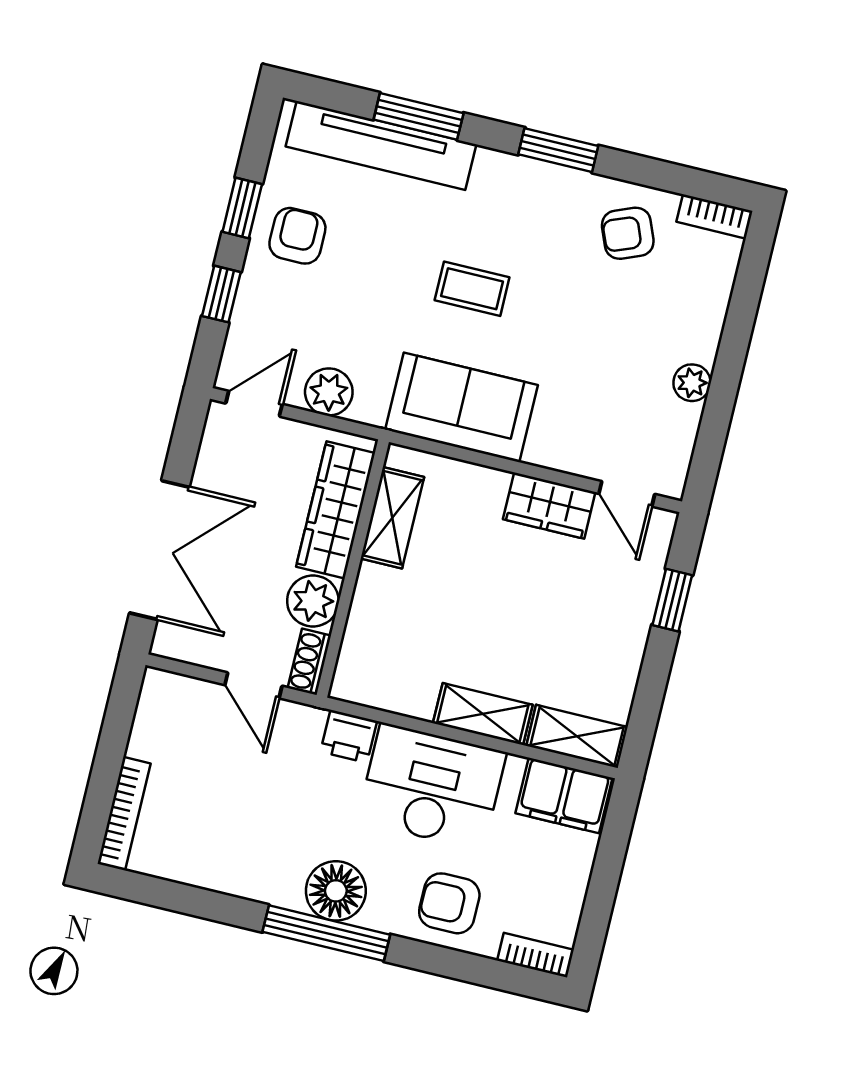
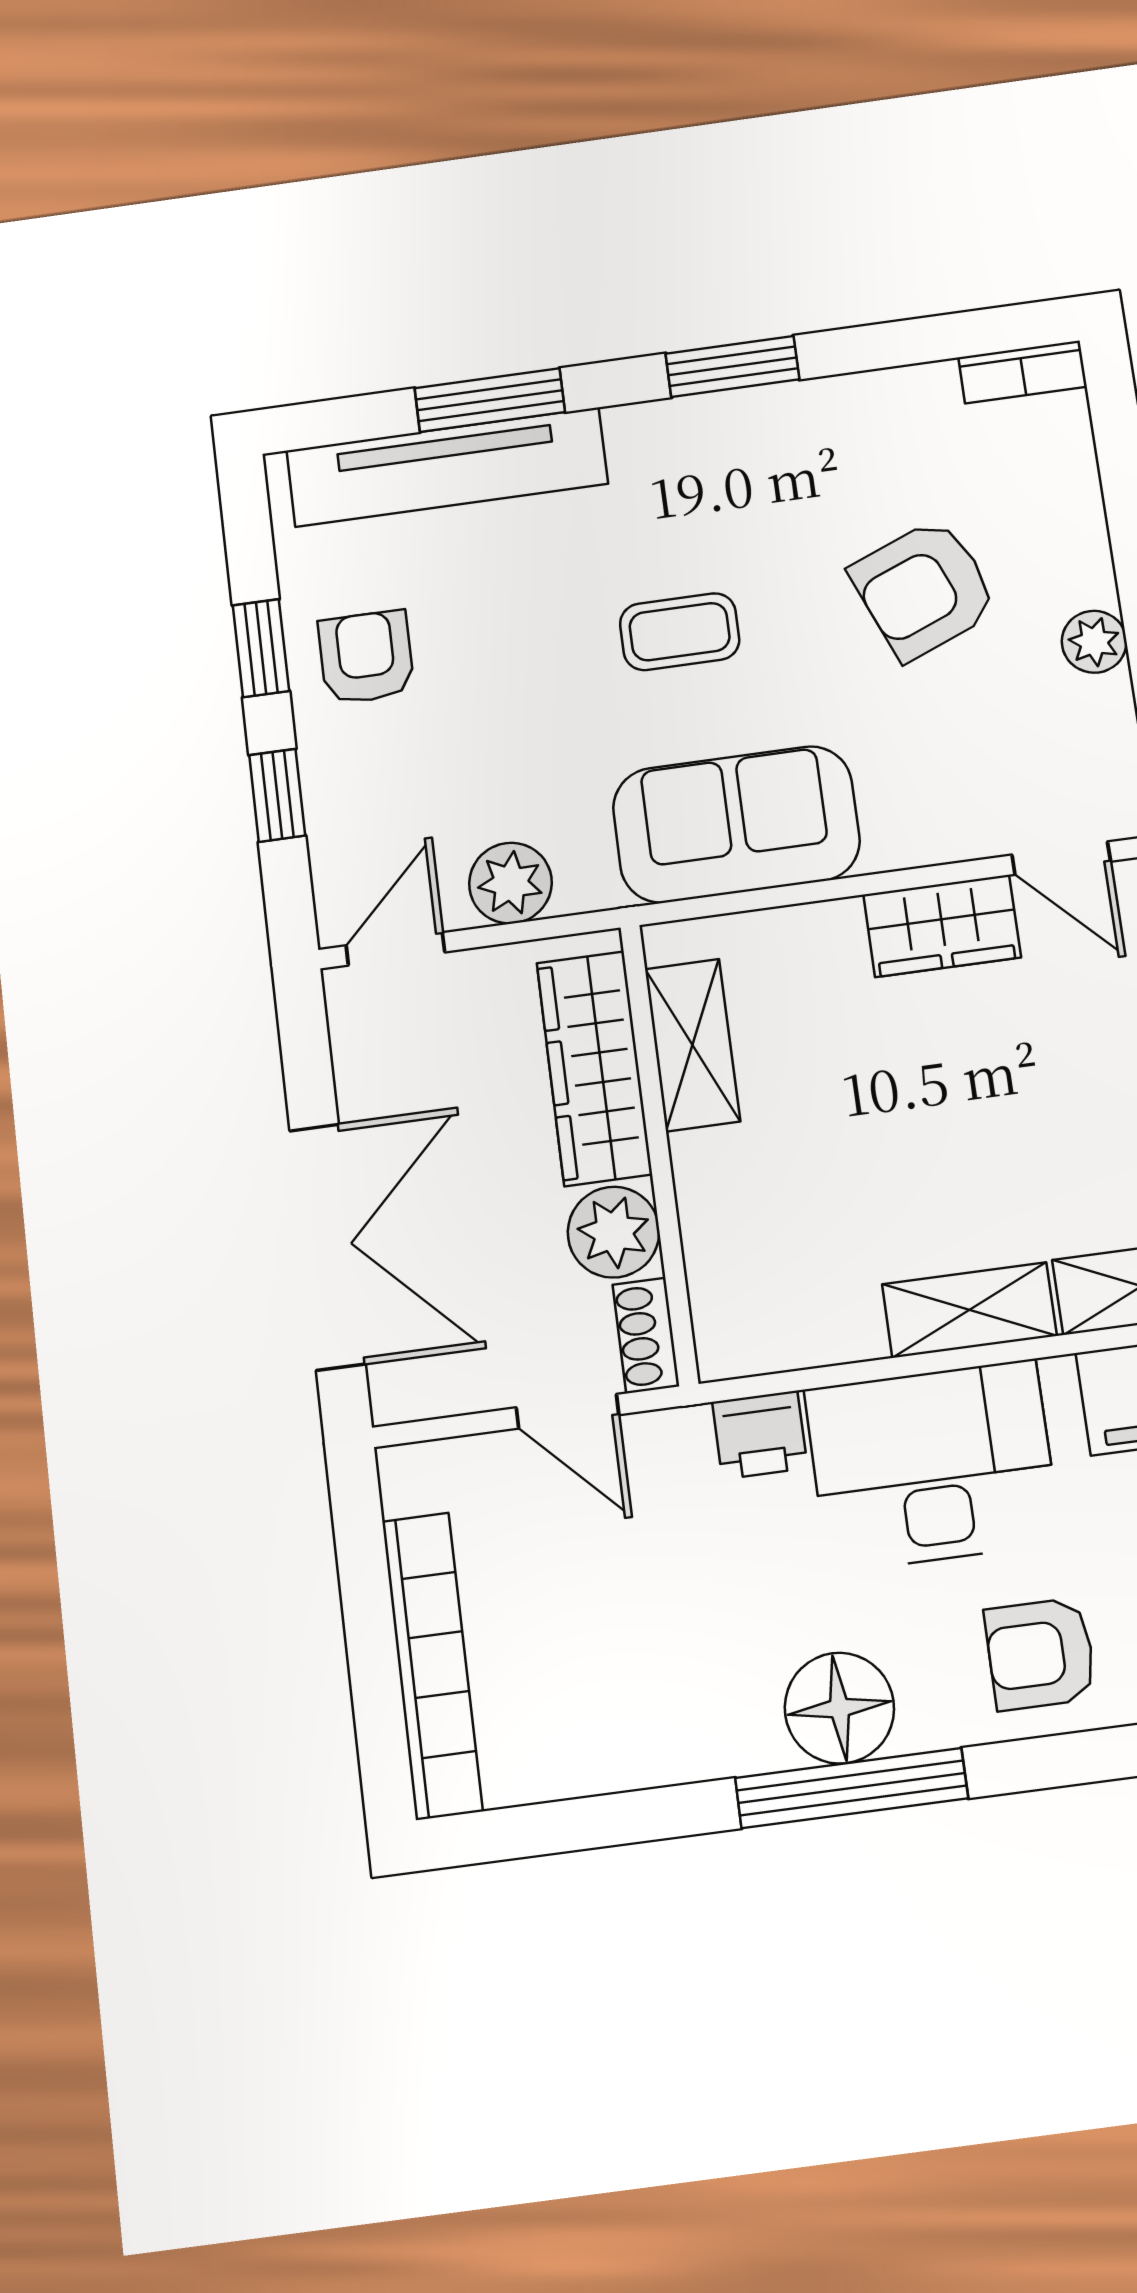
armchair: (628, 233) -> (924, 589), moved, width x1.38, depth x1.38
bookcase: (124, 814) -> (432, 1665), width x1.48, depth x1.31

